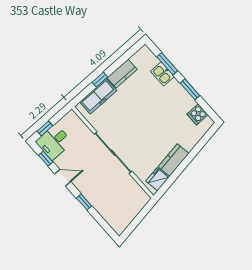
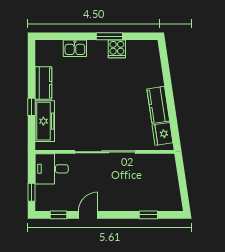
window: (167, 64) -> (70, 36), removed
cooker: (198, 114) -> (117, 49), moved
desk: (54, 142) -> (52, 169), moved, turned 90
window: (84, 202) -> (148, 215), moved

